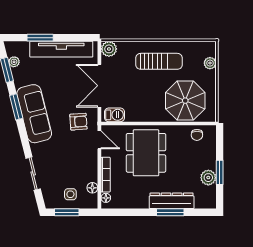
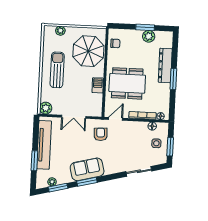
double door: (99, 86) -> (74, 117), width x0.73
sofa: (34, 114) -> (87, 169), width x0.73
barbecue: (115, 115) -> (98, 85), moved
window: (170, 212) -> (173, 79), moved

